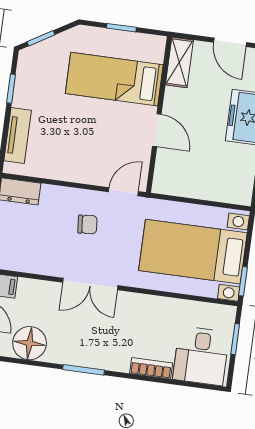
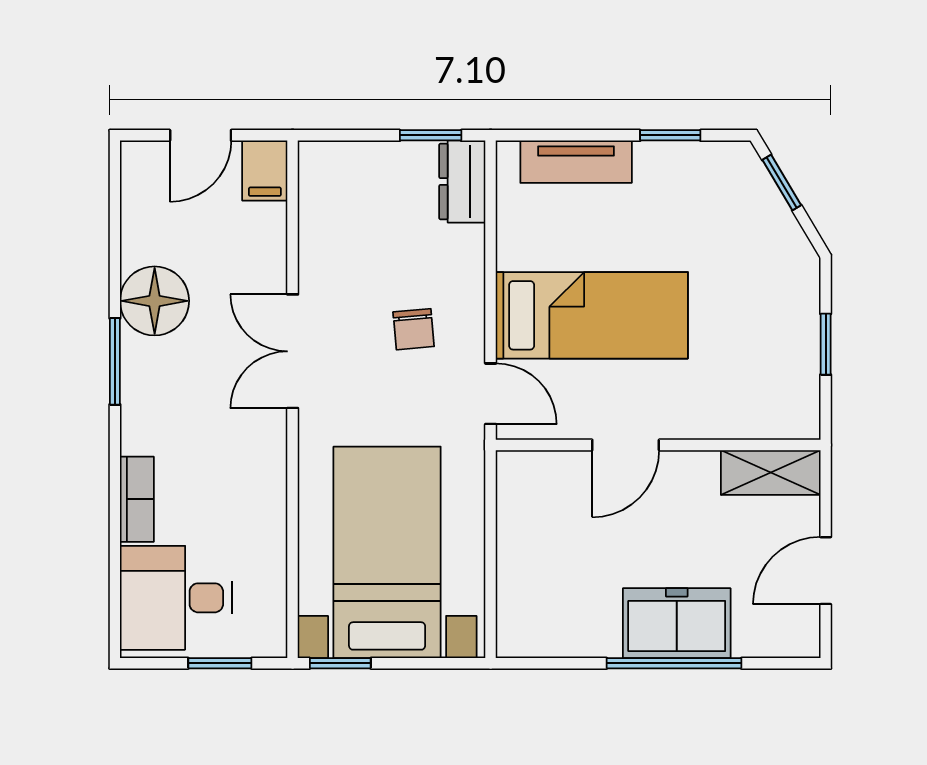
bed: (114, 79) -> (592, 315), moved, turned 90
floor lamp: (30, 343) -> (155, 301), moved

